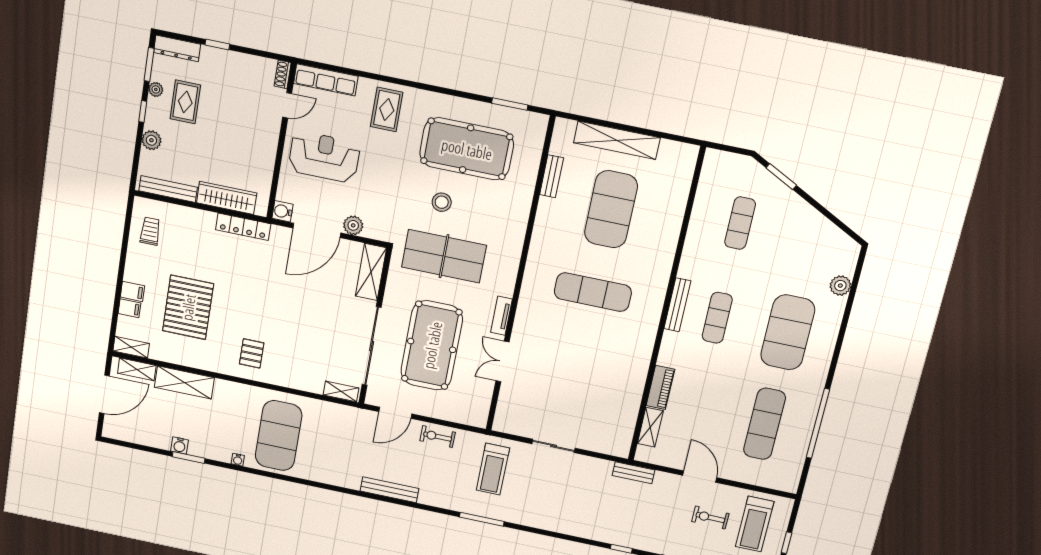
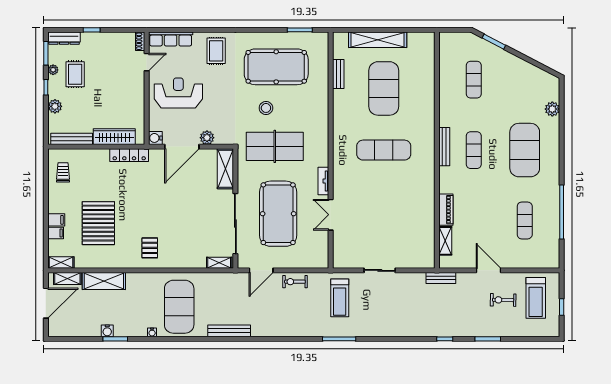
exercise mat: (765, 424) -> (525, 220), width x0.73, depth x0.69
bench: (389, 490) -> (229, 331), moved

